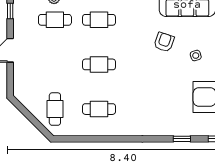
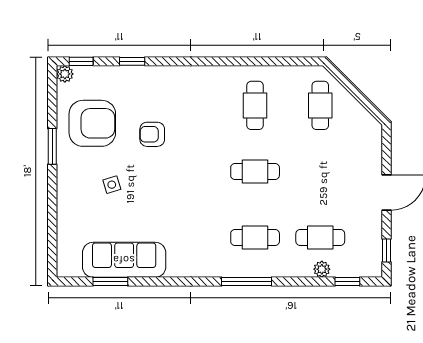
armchair: (164, 42) -> (152, 134), moved, turned 71
cafe table: (99, 109) -> (255, 105), turned 90

